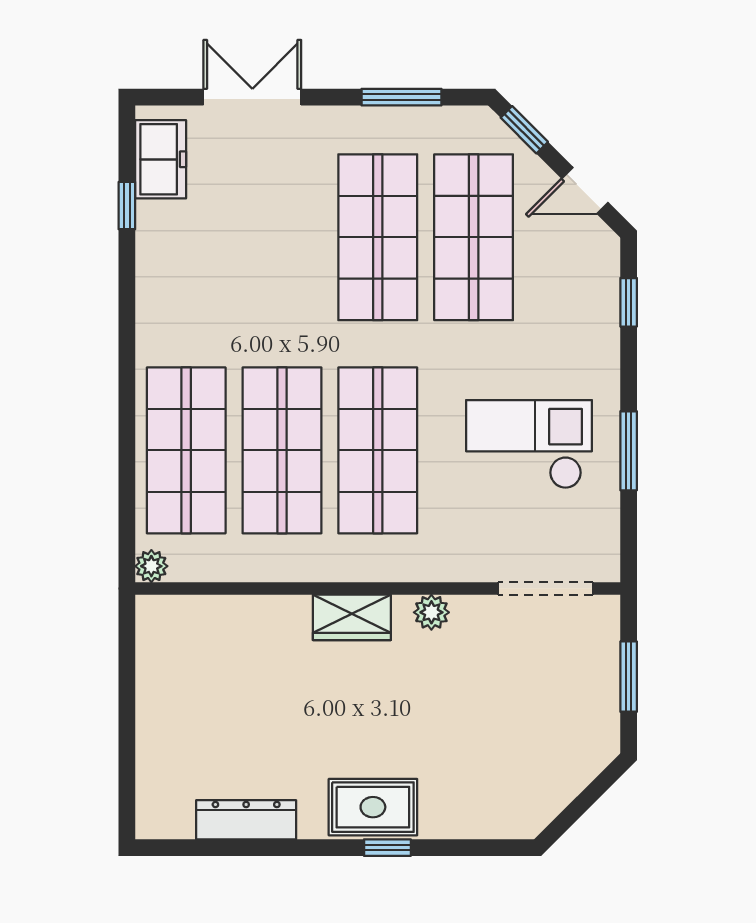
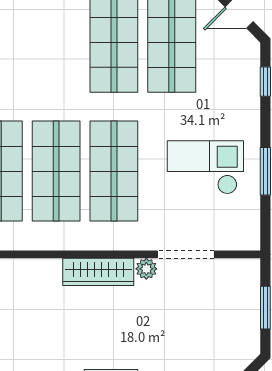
doorway: (545, 588) -> (186, 254), moved
wardrobe: (352, 617) -> (98, 272), width x1.50

